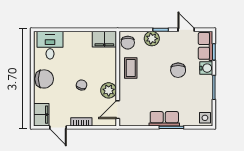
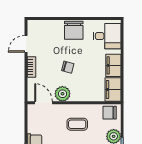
coffee table: (131, 68) -> (77, 124), moved
filing cabinet: (41, 115) -> (113, 65), moved, turned 90

